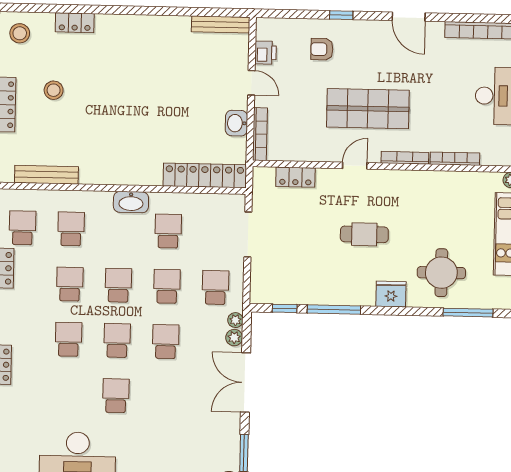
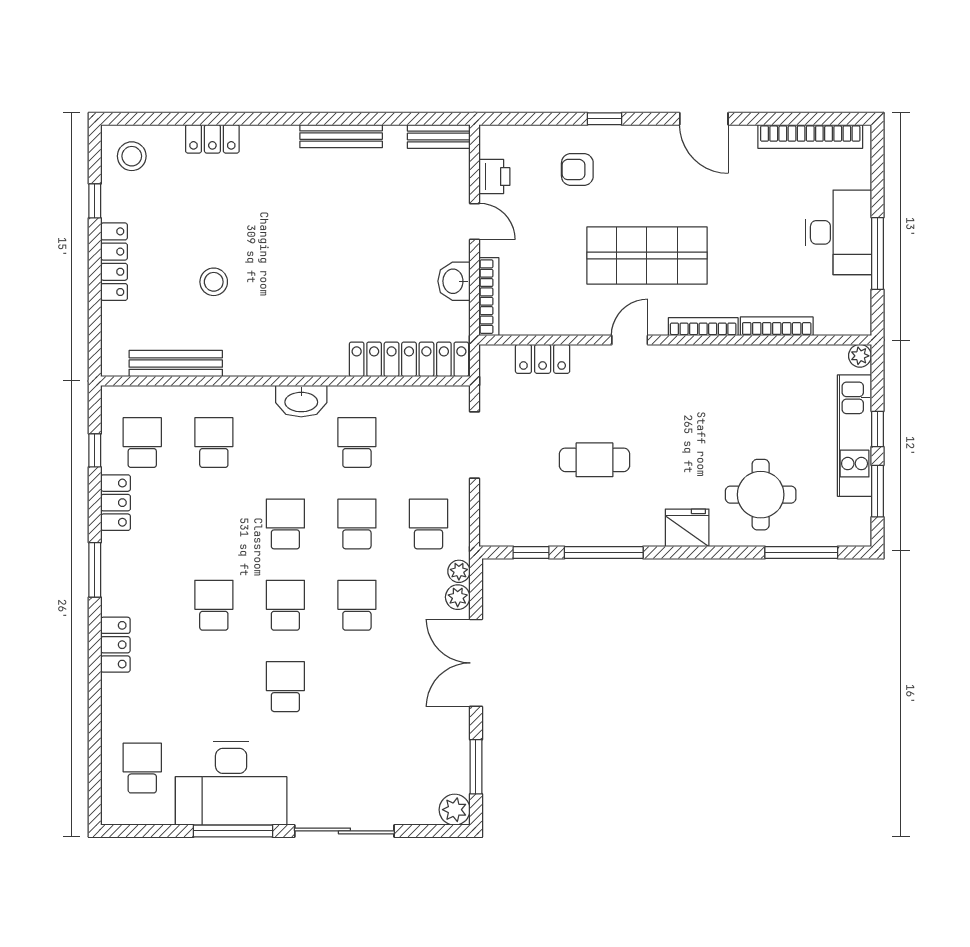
bench: (162, 23) -> (341, 136), added
bench: (221, 24) -> (439, 136), width x0.73
stool: (54, 90) -> (214, 282), moved
cafe table: (364, 234) -> (594, 460), moved
school desk: (70, 284) -> (142, 768), moved

